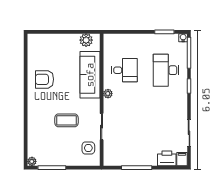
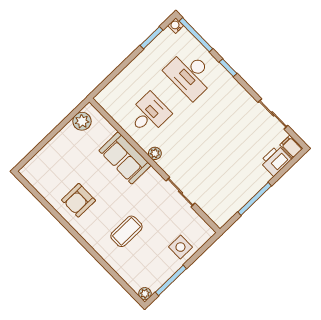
sofa: (90, 75) -> (125, 158), width x0.73
coffee table: (67, 120) -> (126, 231), moved
side table: (88, 148) -> (180, 247), moved

